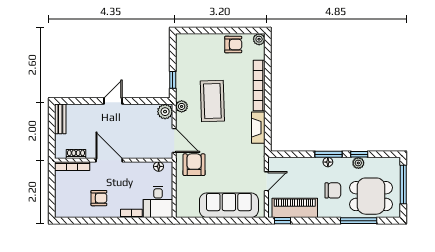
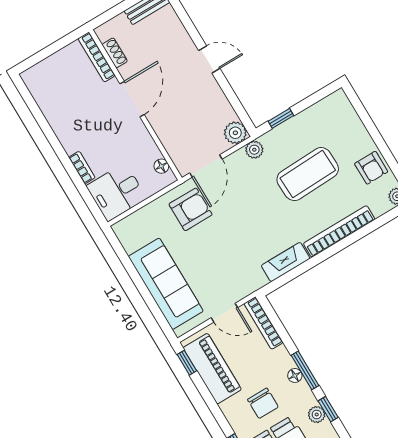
coffee table: (212, 101) -> (308, 174), moved
bookcase: (286, 162) -> (263, 323), added
armchair: (99, 198) -> (77, 115), removed

